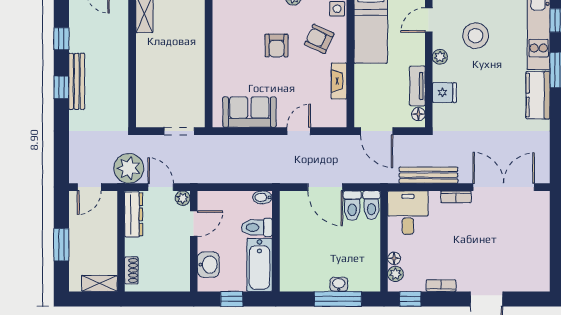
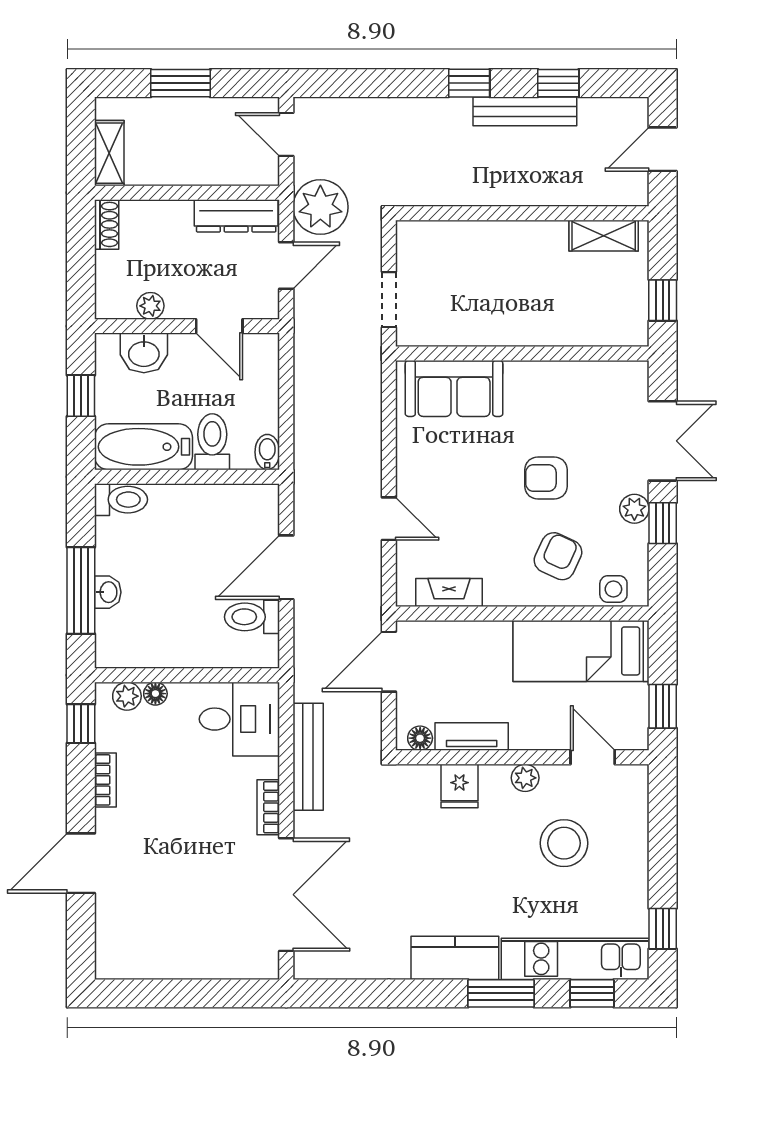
bench: (77, 81) -> (525, 111), moved
fireplace: (339, 81) -> (449, 593), moved
sofa: (249, 112) -> (454, 388), moved, turned 90
plant: (183, 198) -> (150, 306), moved
toilet: (372, 205) -> (121, 500), moved, turned 180
shoe rack: (131, 270) -> (107, 224), moved, turned -90

